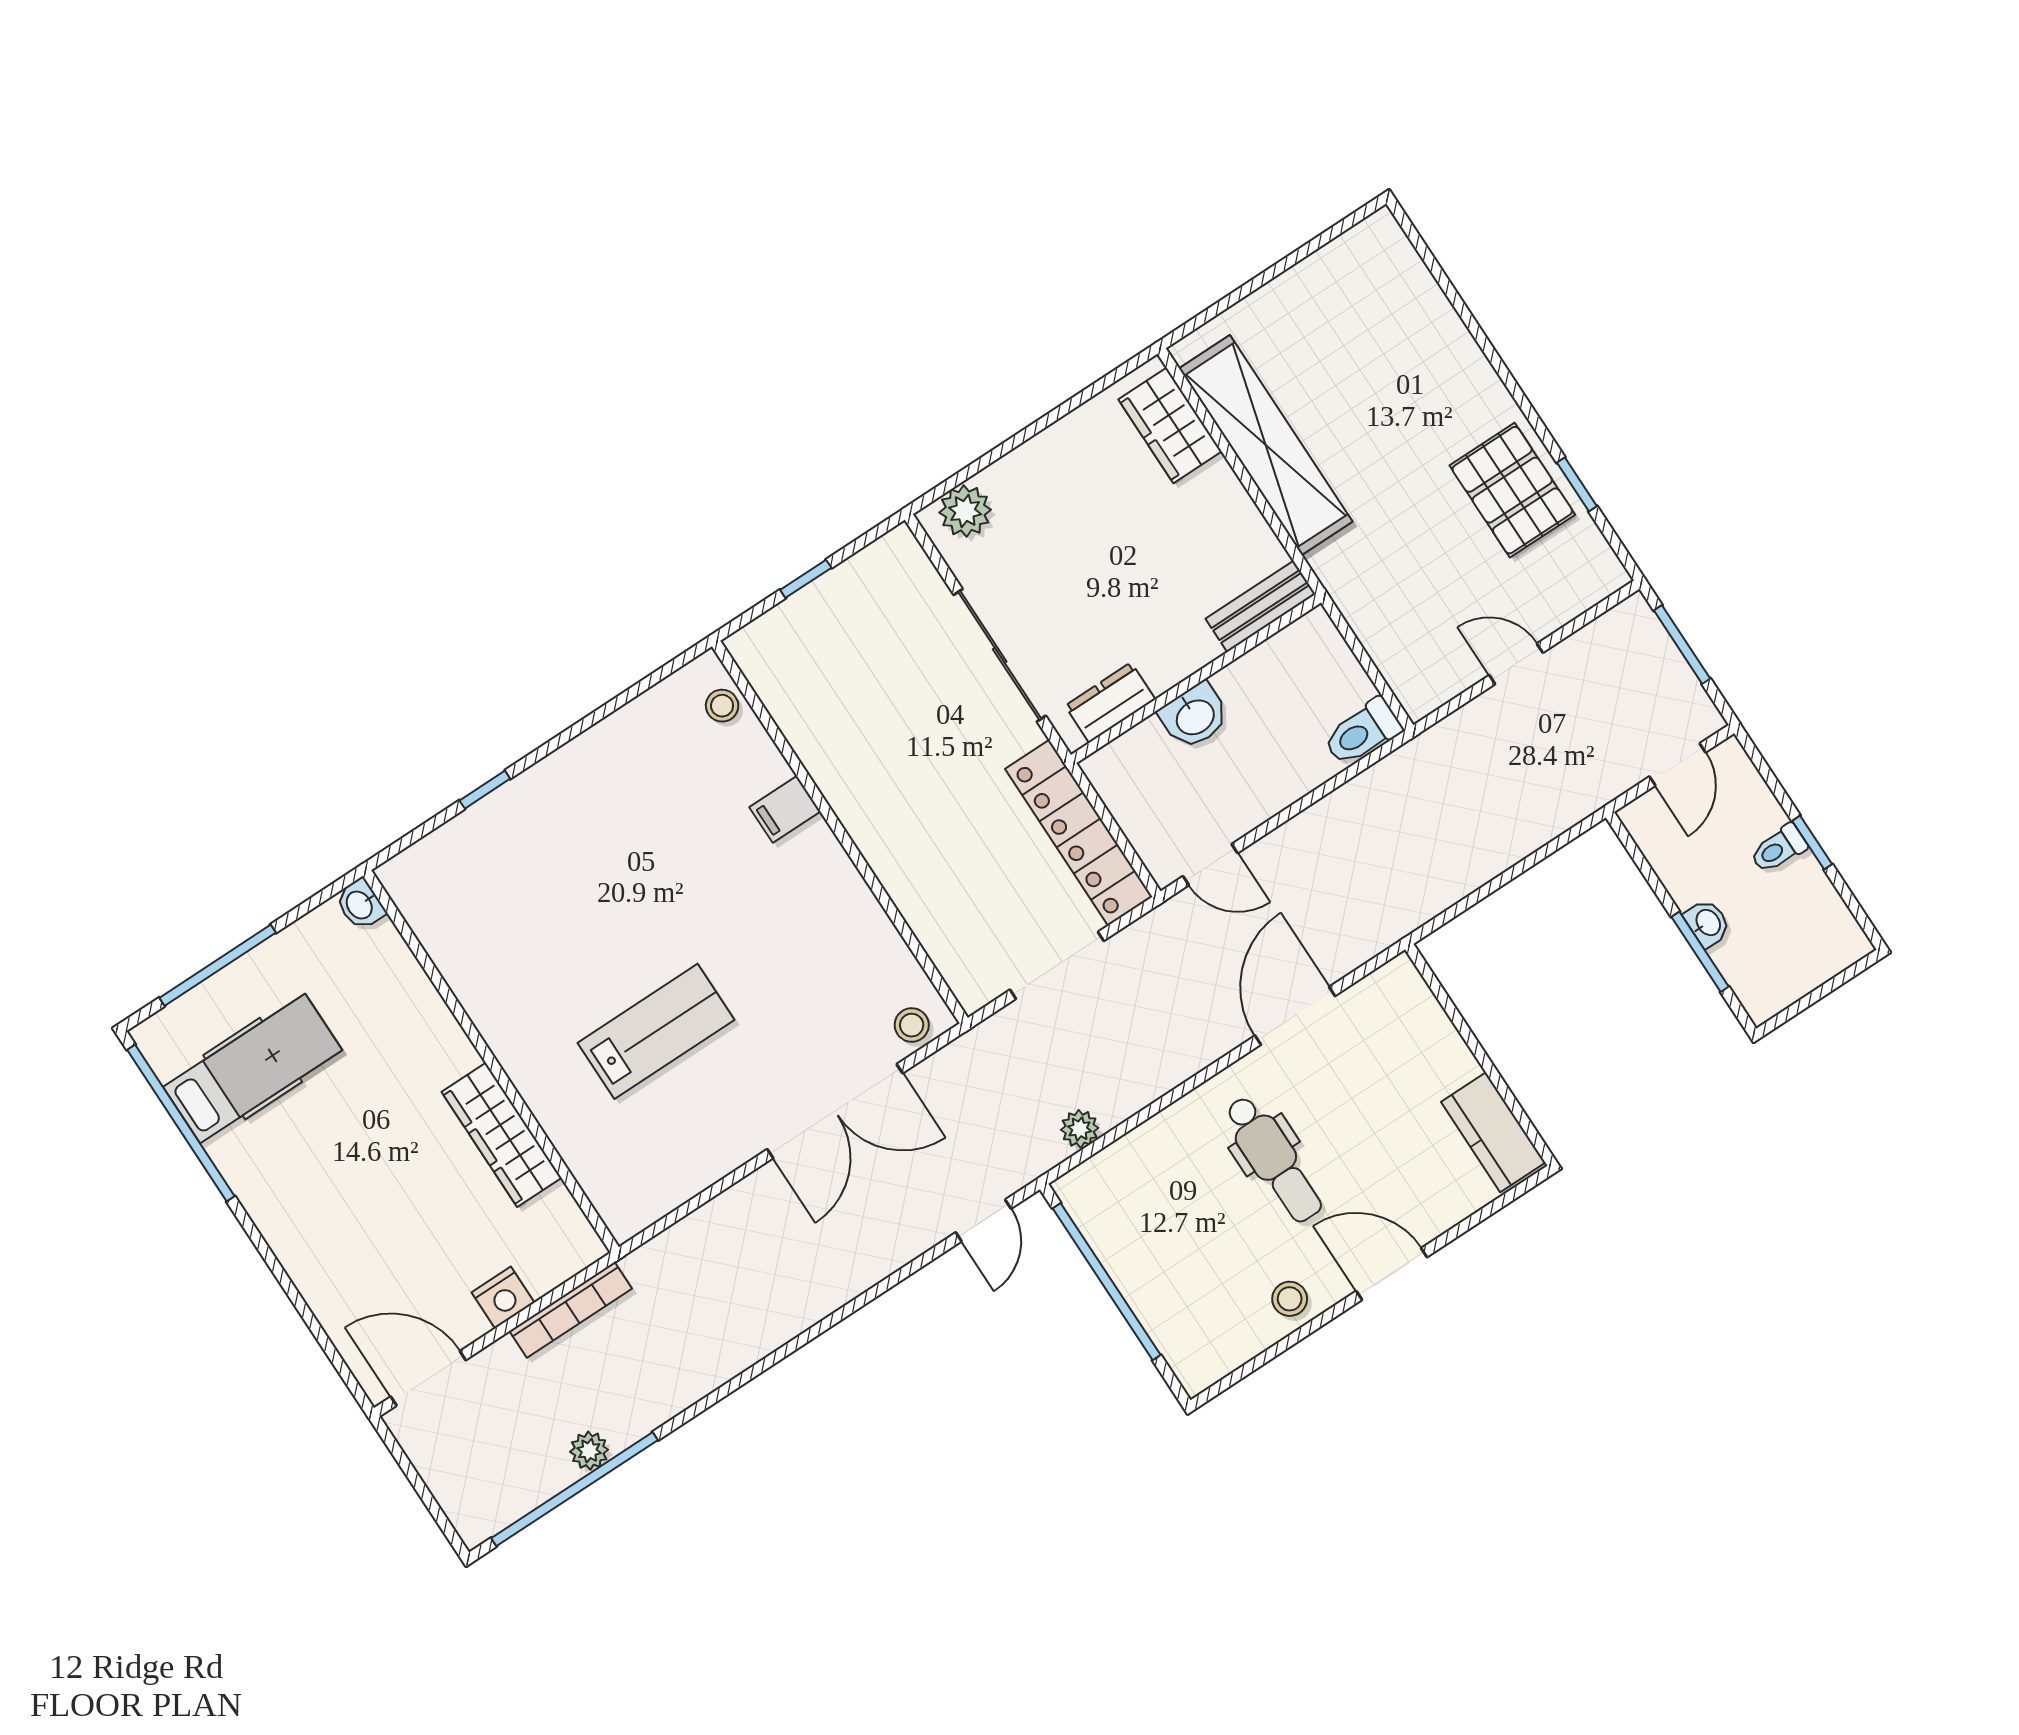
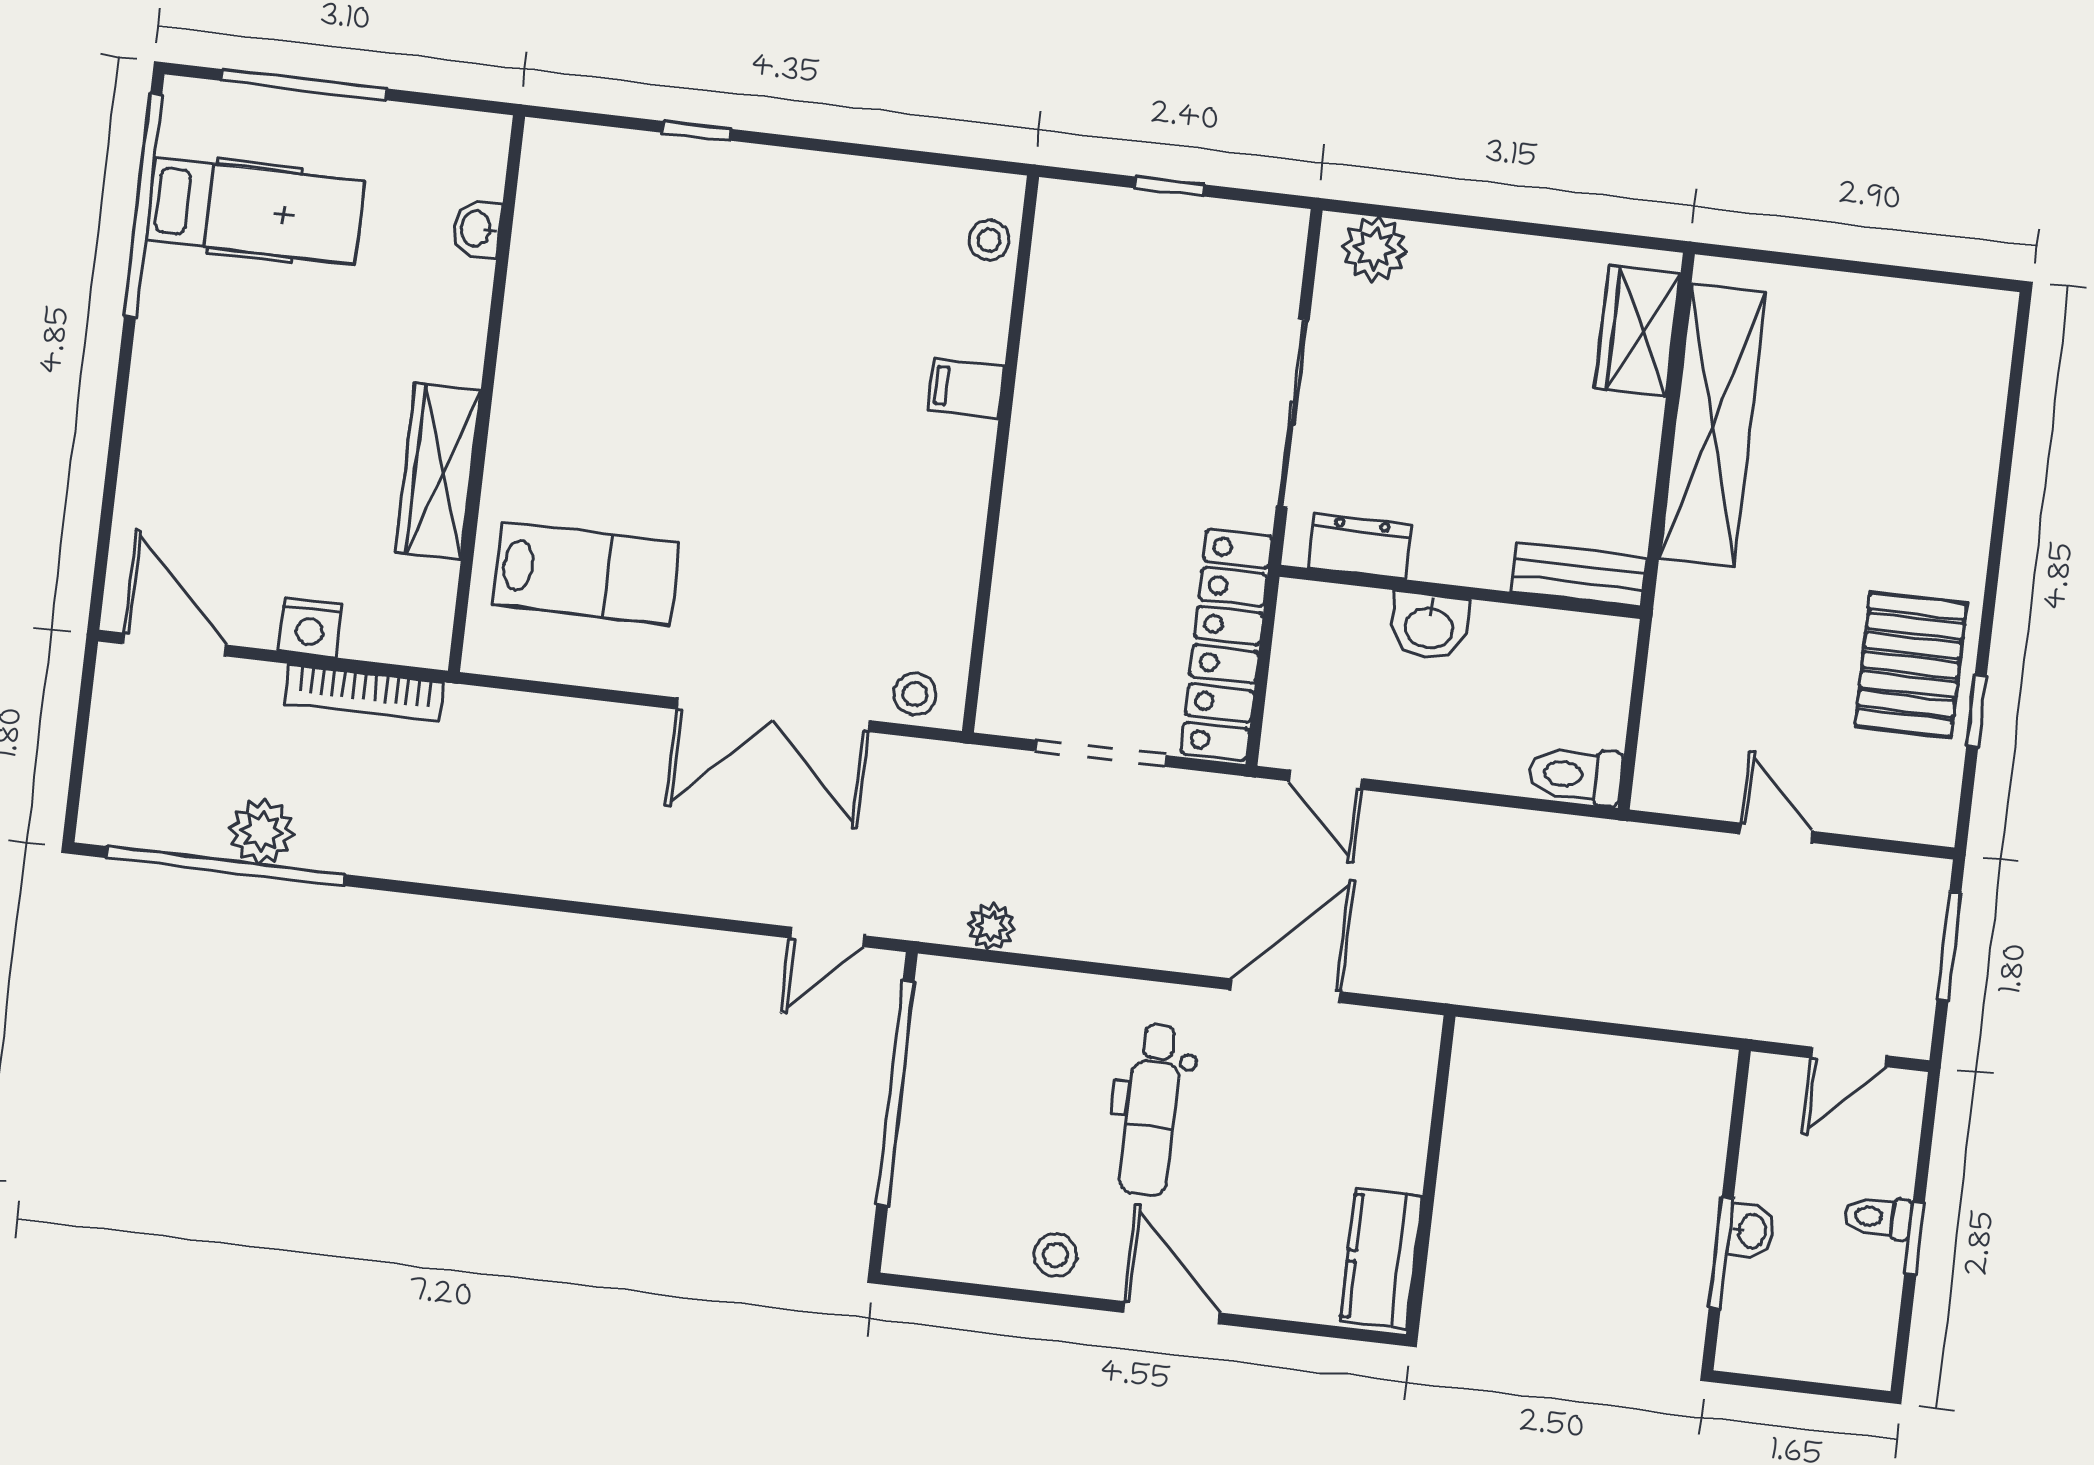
washbasin: (360, 904) -> (477, 229), moved
lab bench: (656, 1031) -> (586, 573), moved
plant: (589, 1451) -> (262, 831), width x1.38, depth x1.38

